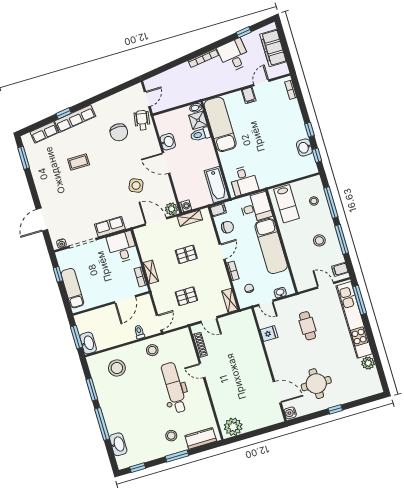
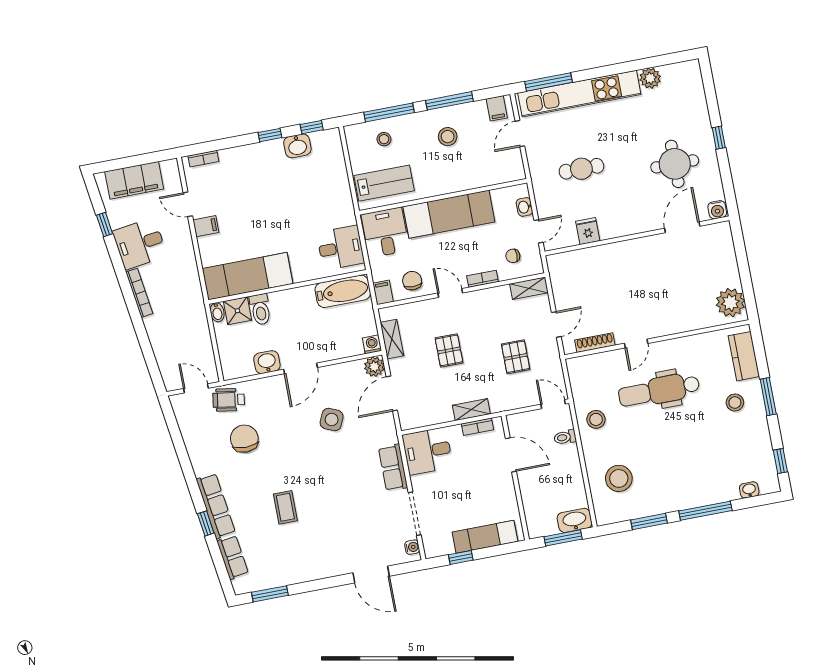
chair: (119, 132) -> (244, 439), turned -90
washbasin: (118, 444) -> (749, 490), width x0.52, depth x0.69

